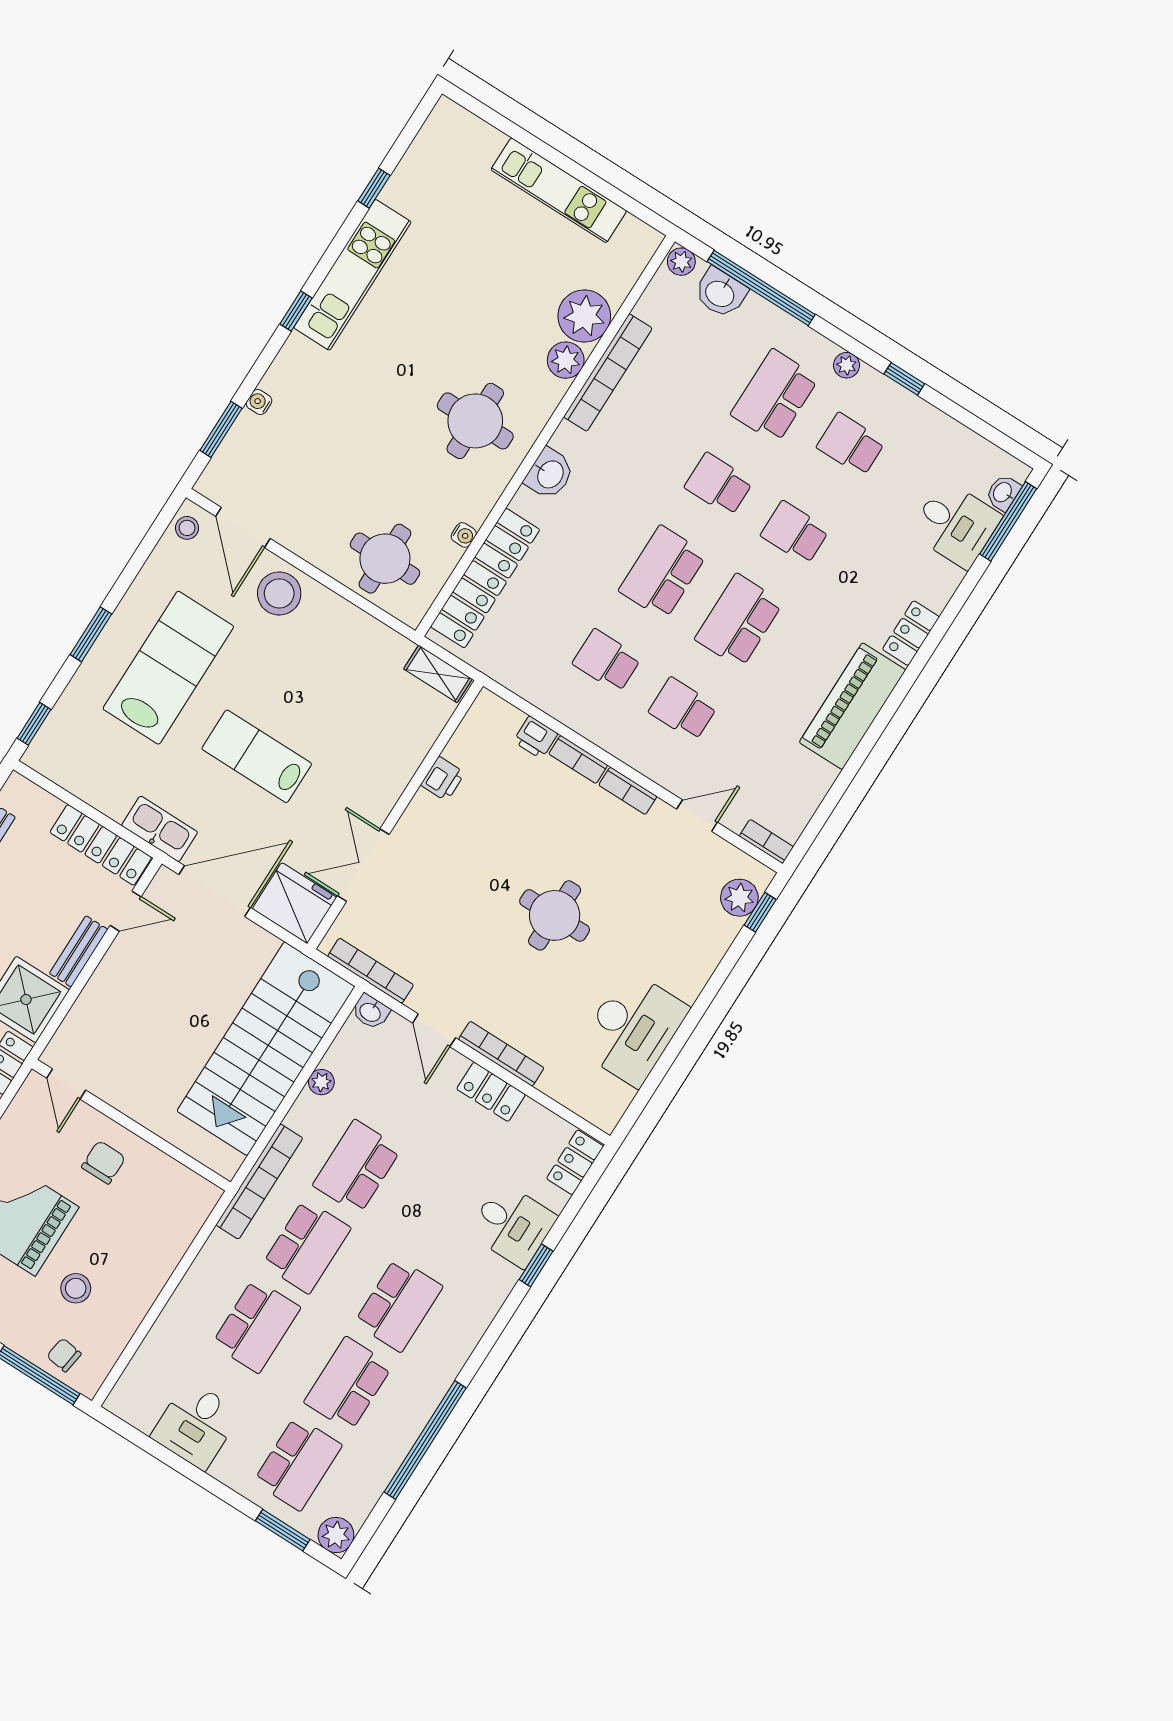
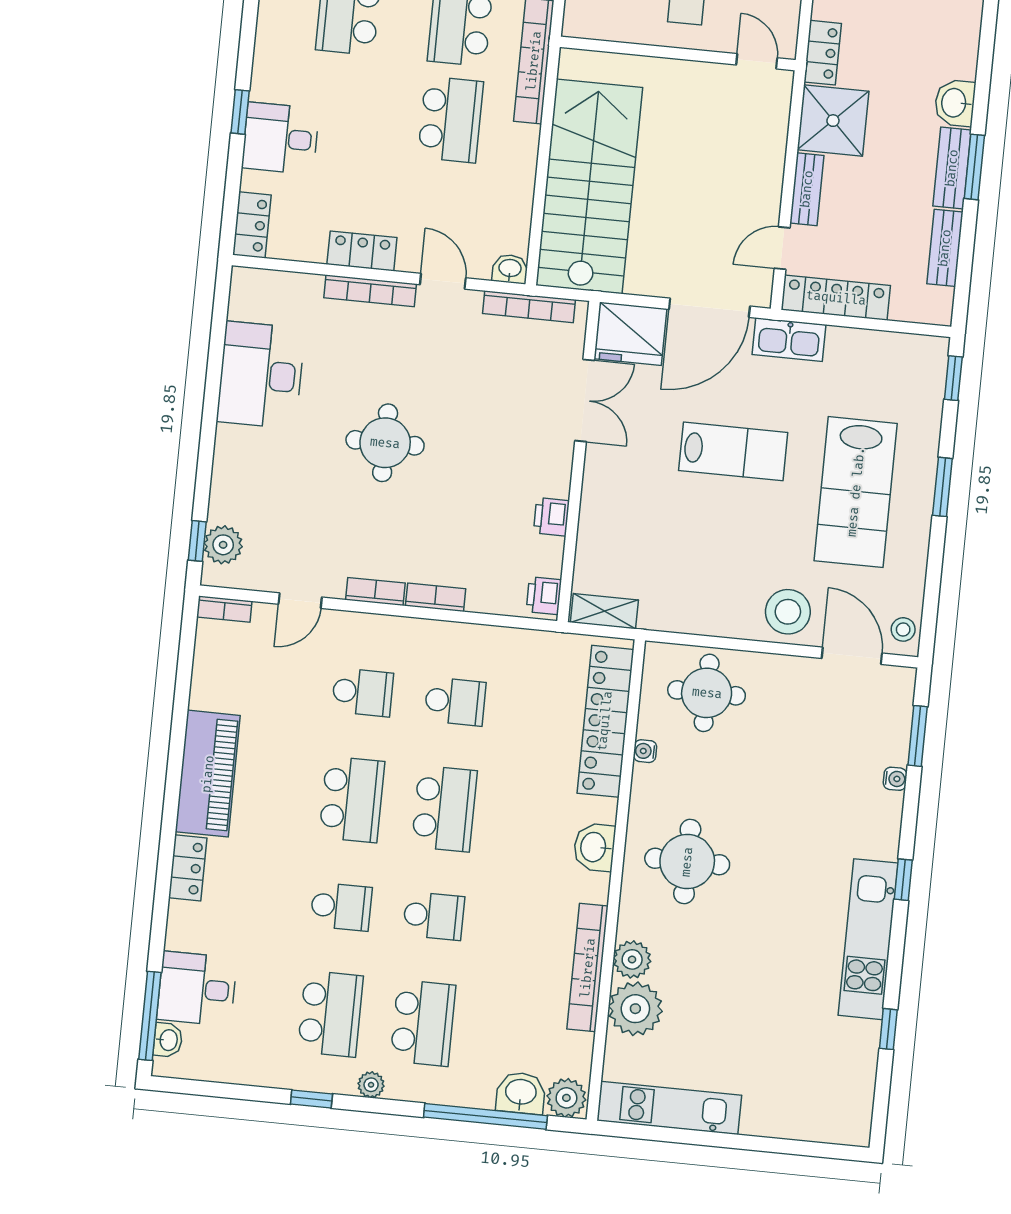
kitchen unit: (559, 190) -> (669, 1108), moved
plant: (681, 262) -> (566, 1098), width x1.38, depth x1.38
school desk: (851, 444) -> (330, 1014), width x1.85
printer: (535, 737) -> (544, 596), moved, turned -90
plant: (321, 1082) -> (523, 181), removed

